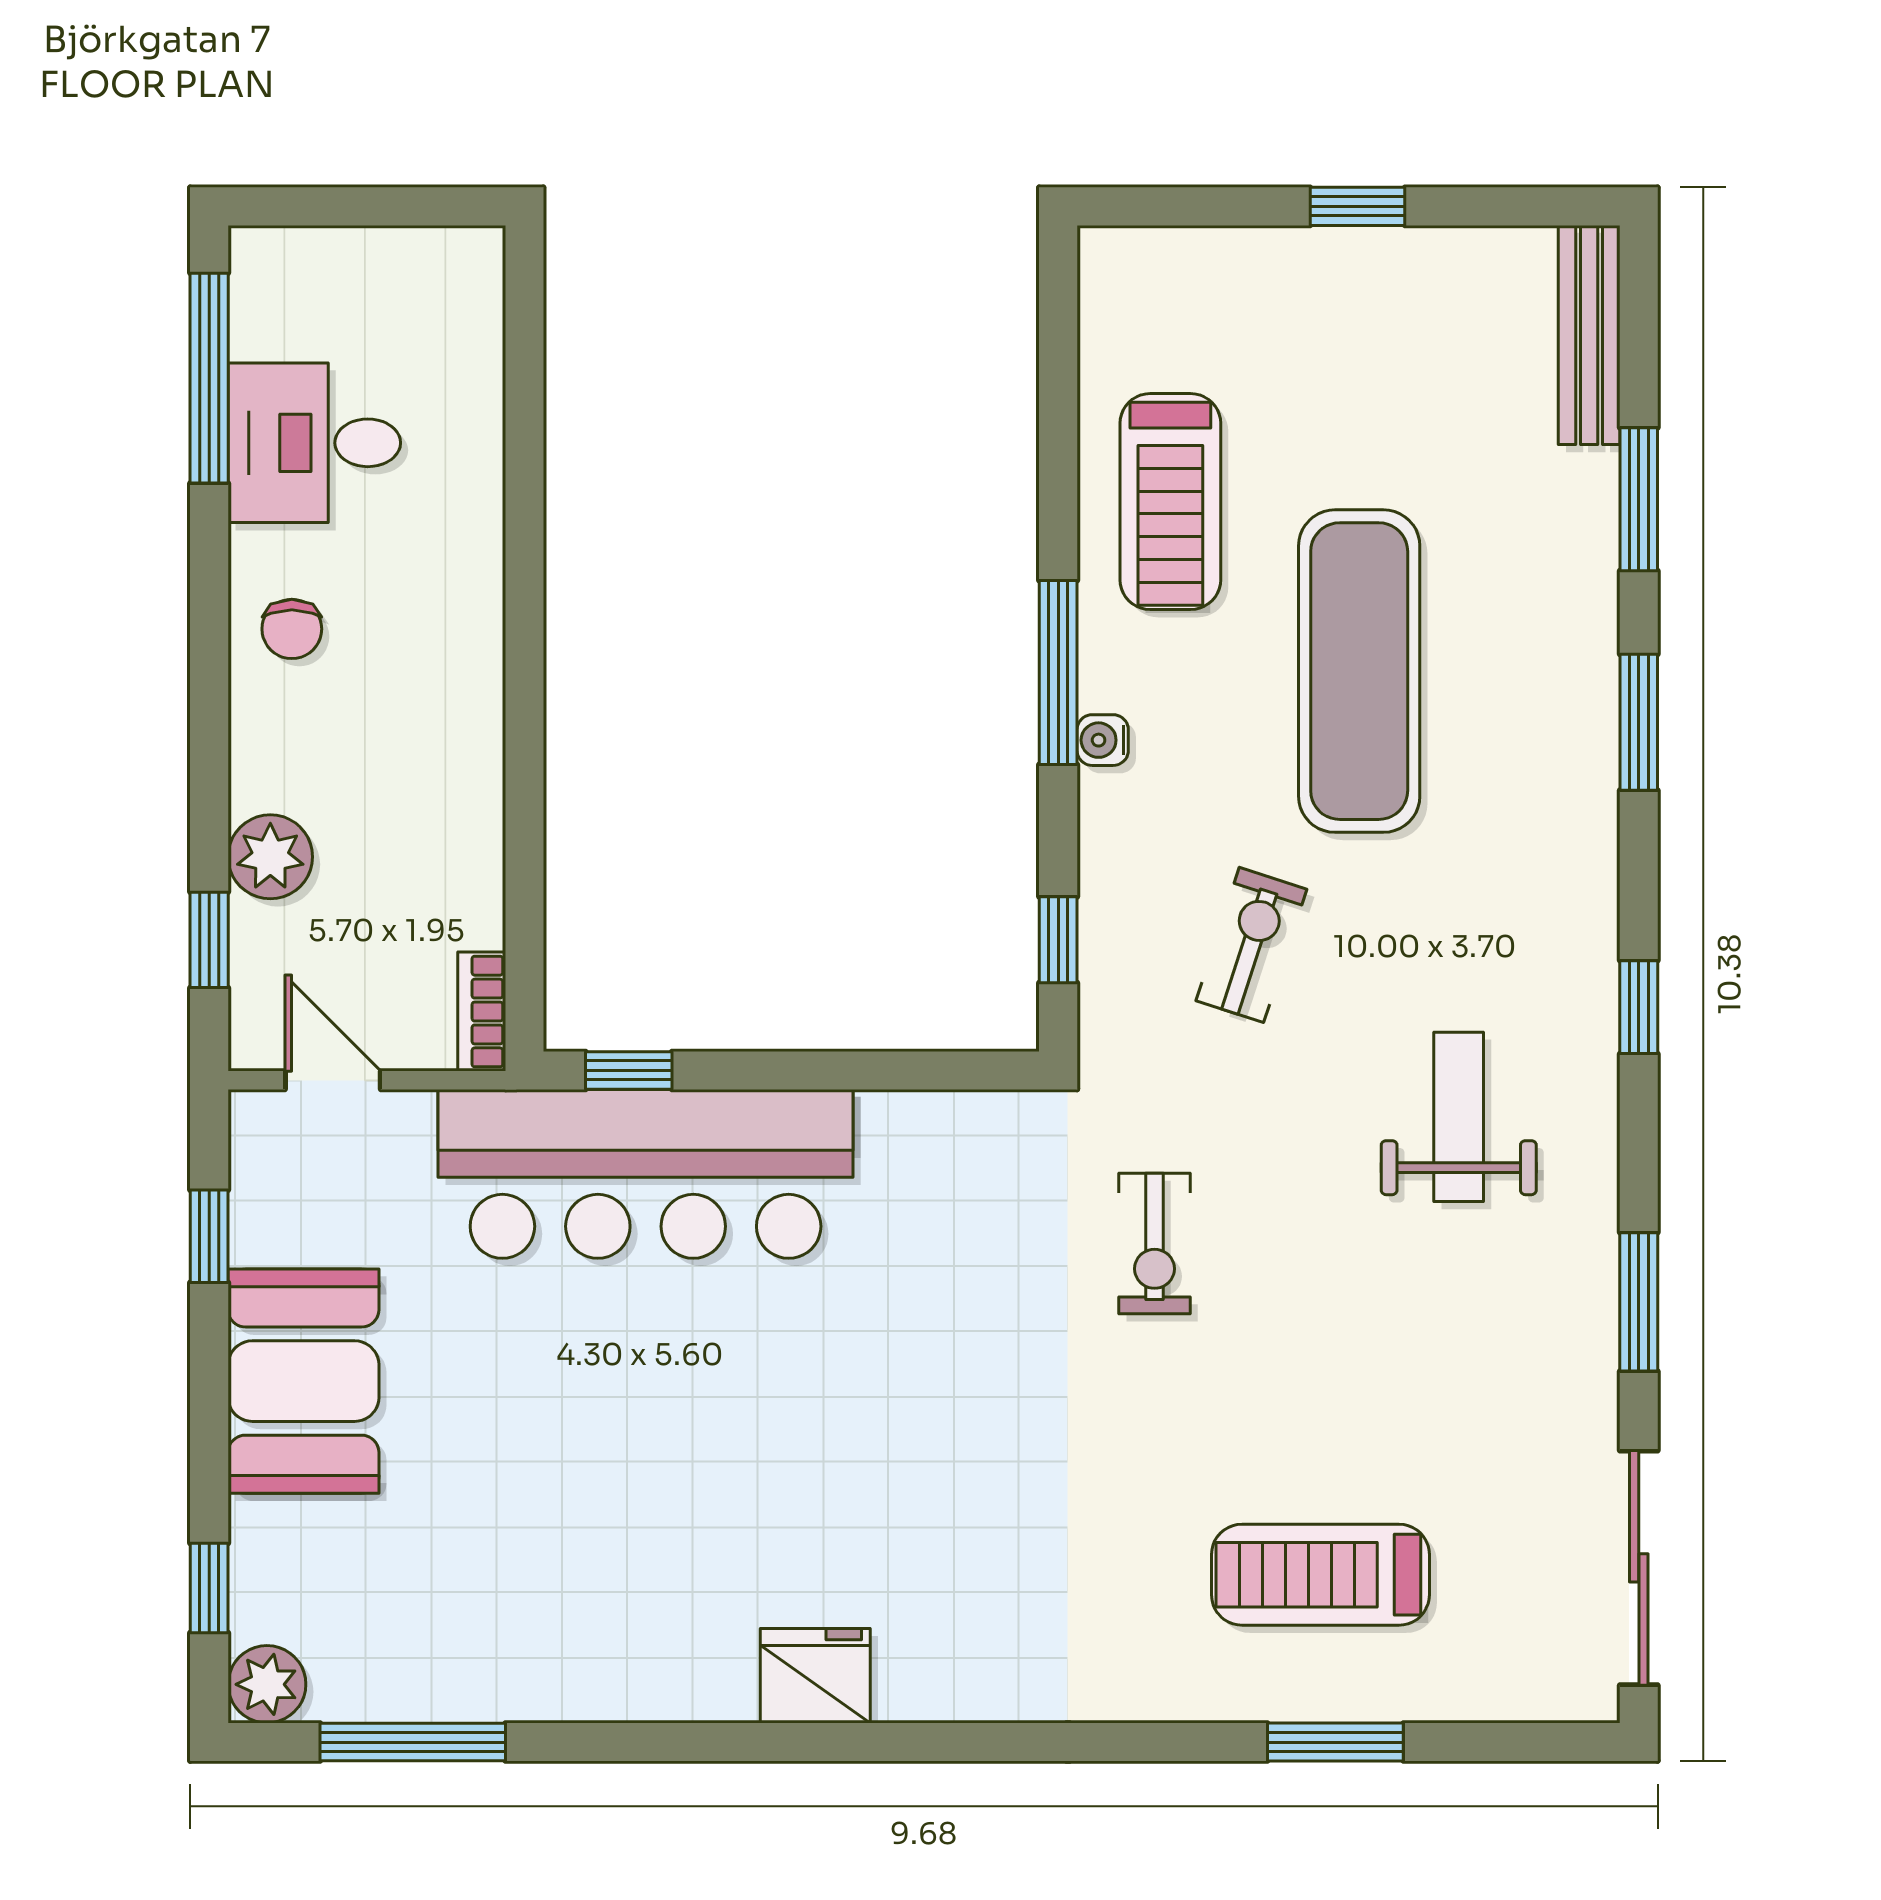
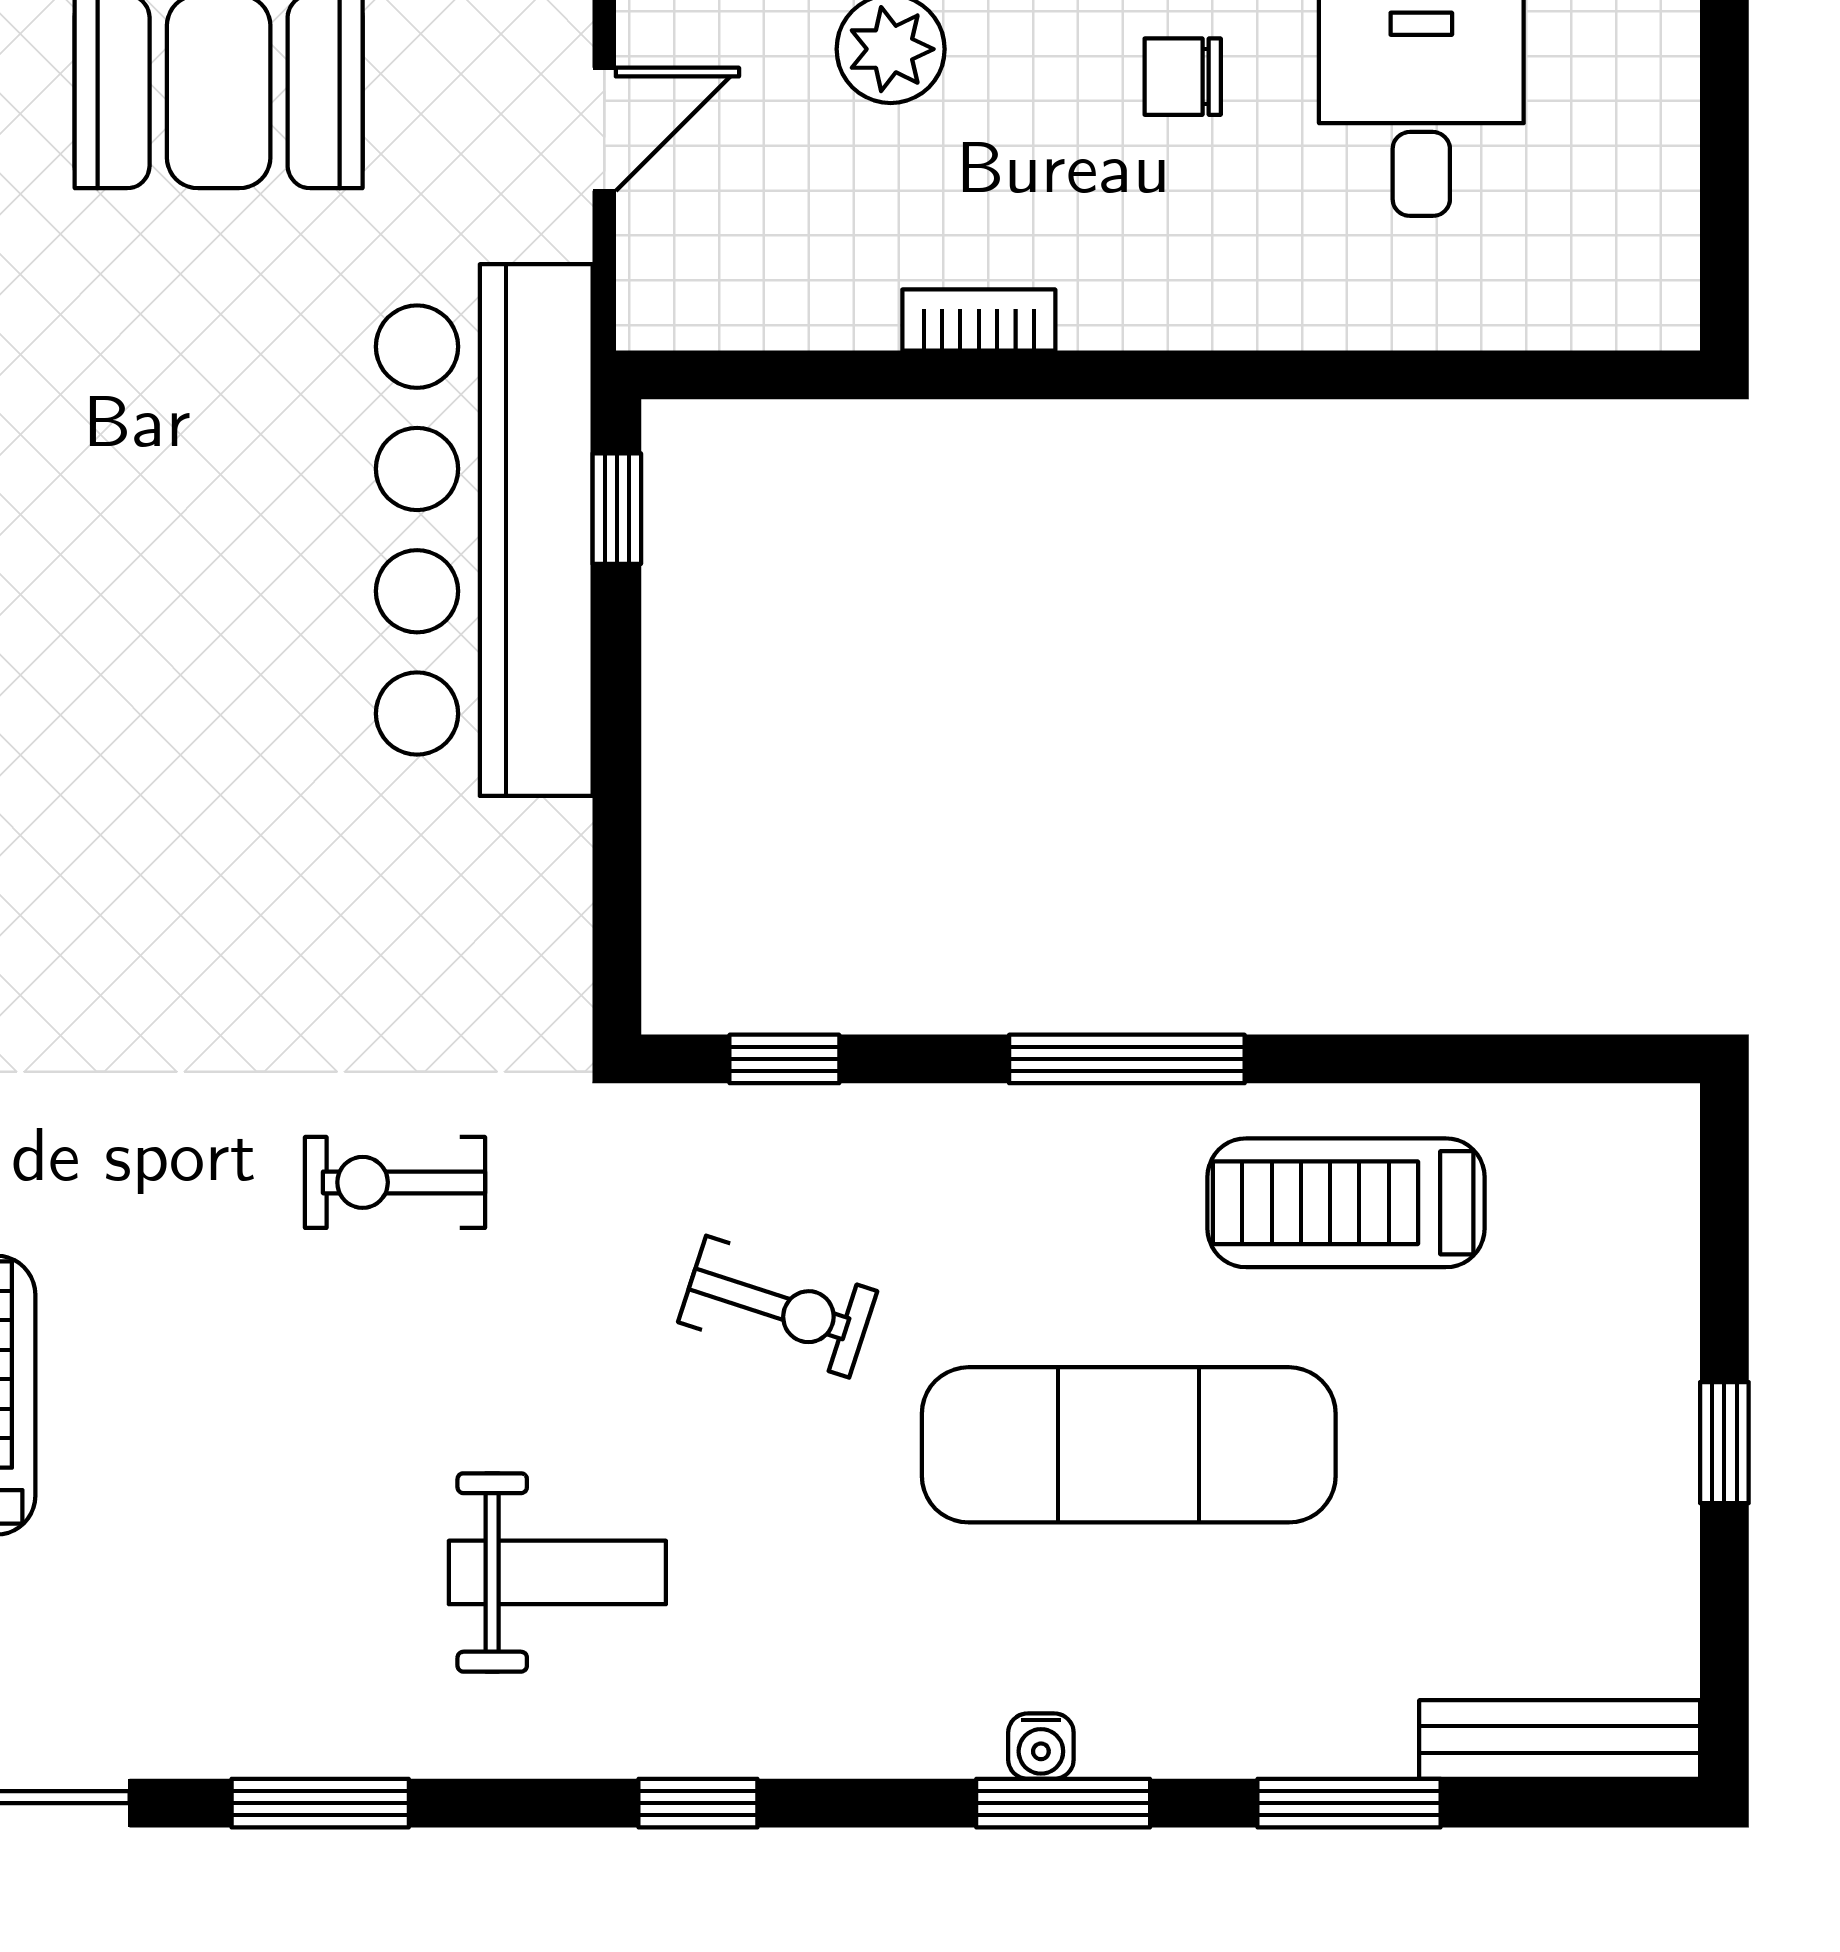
water cooler: (1103, 740) -> (1041, 1746), moved, turned 180
bookcase: (482, 1012) -> (979, 320), moved

